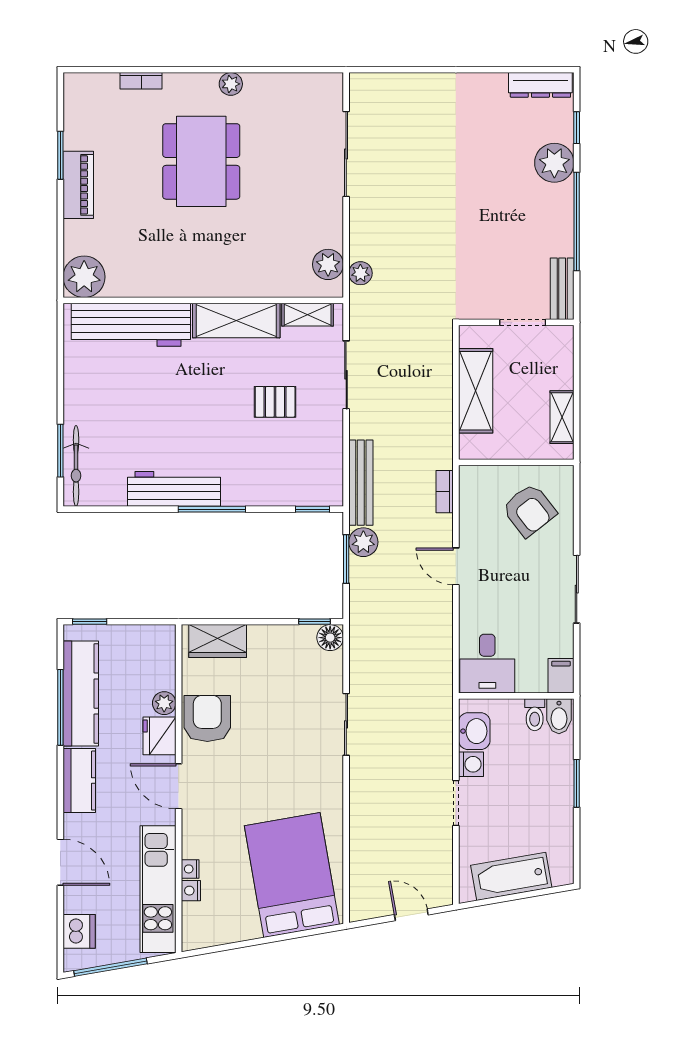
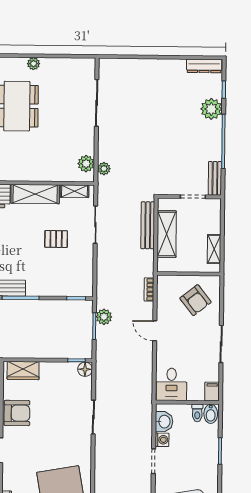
bench: (361, 483) -> (148, 225), moved
armchair: (207, 718) -> (17, 413), turned 90

